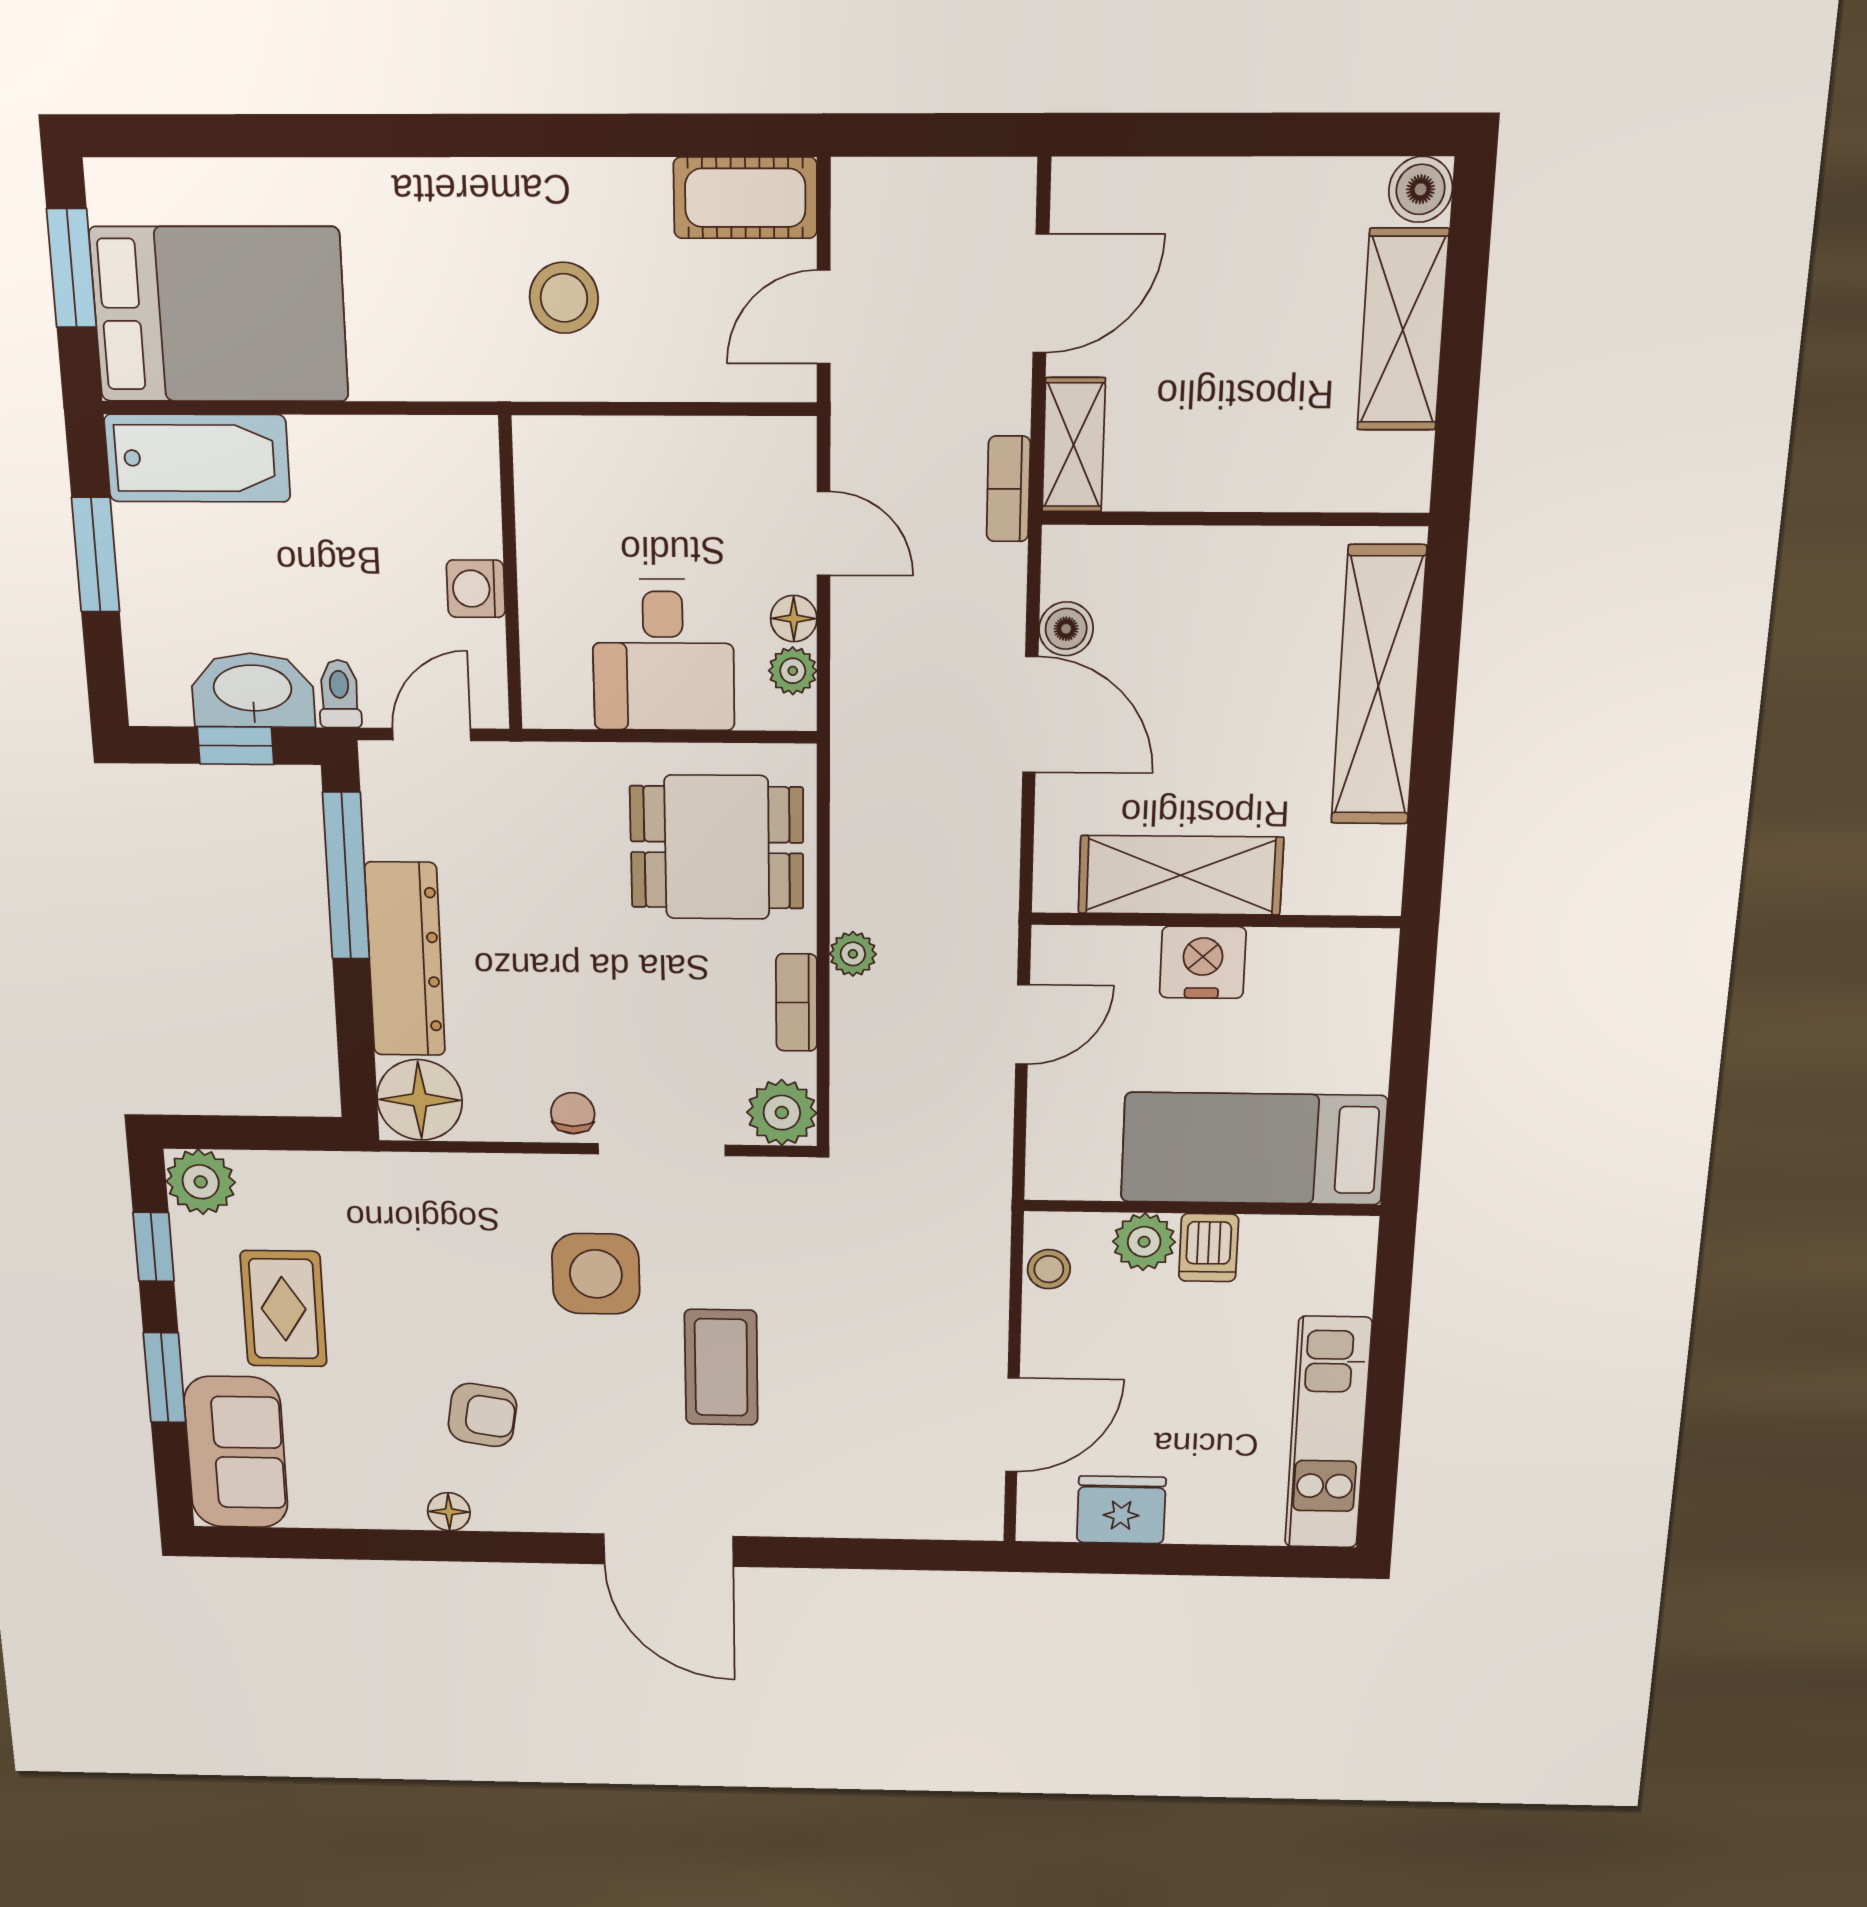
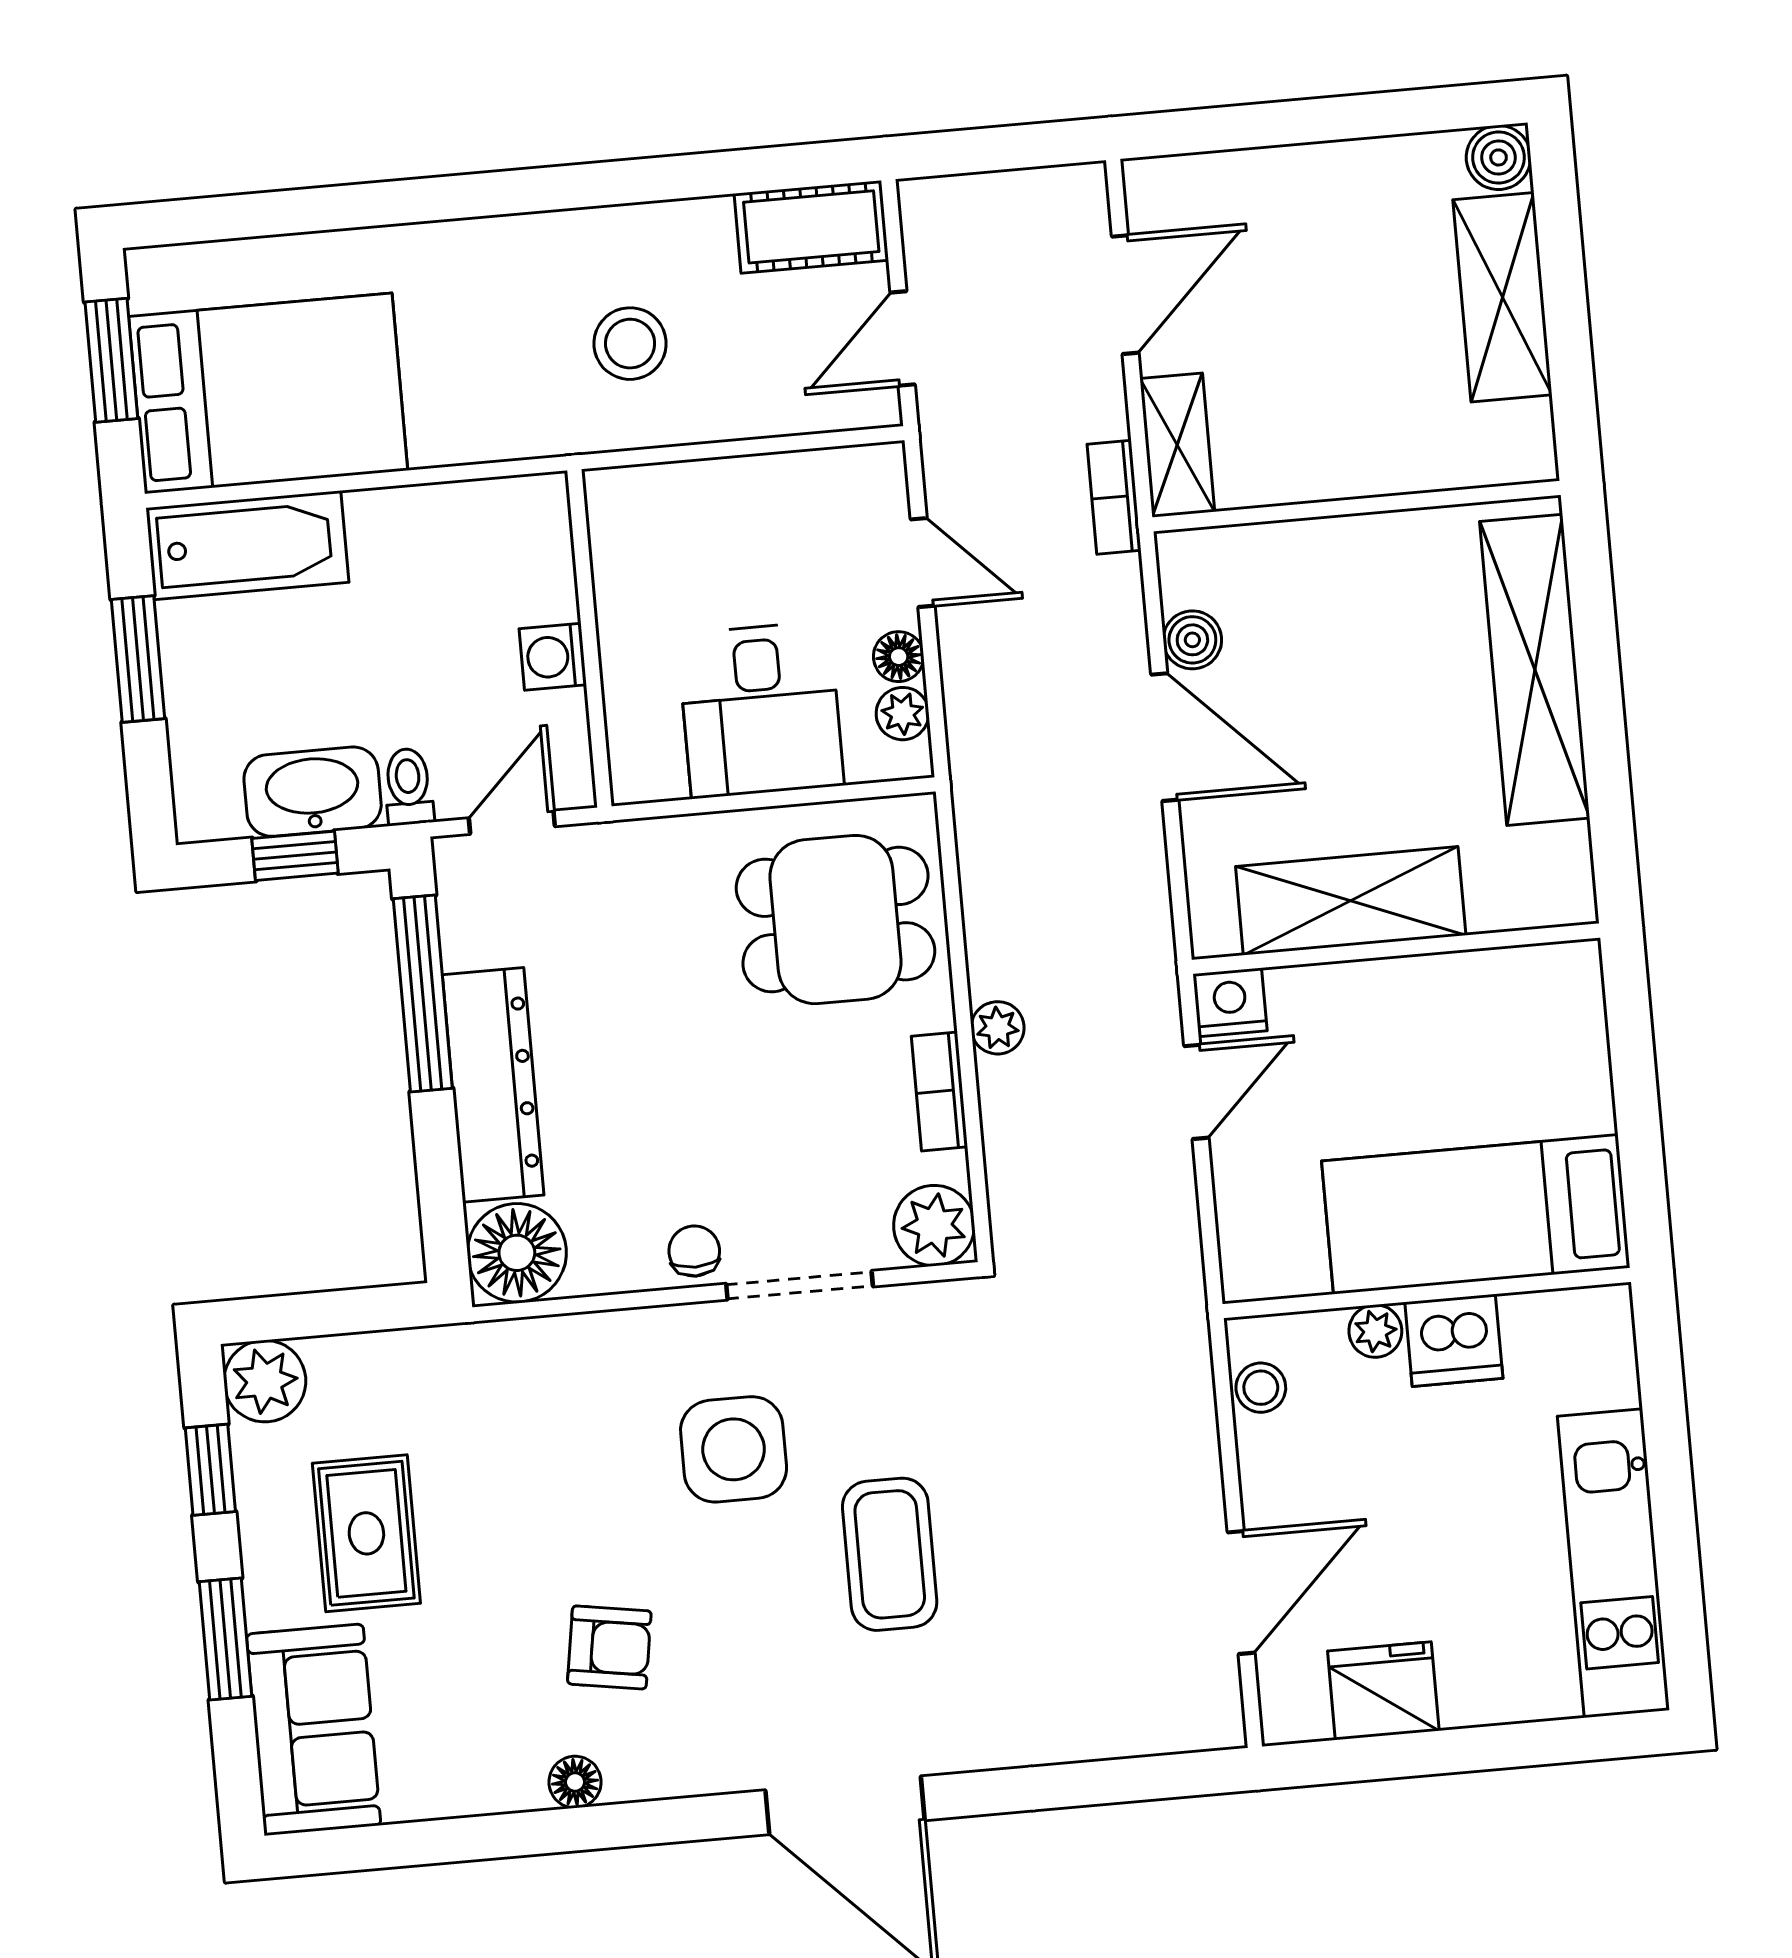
nightstand: (1203, 962) -> (1230, 1002), moved, width x0.74, depth x0.75
plant: (1144, 1242) -> (1375, 1331), width x0.73, depth x0.73
dishwasher: (1209, 1248) -> (1454, 1340), width x1.38

